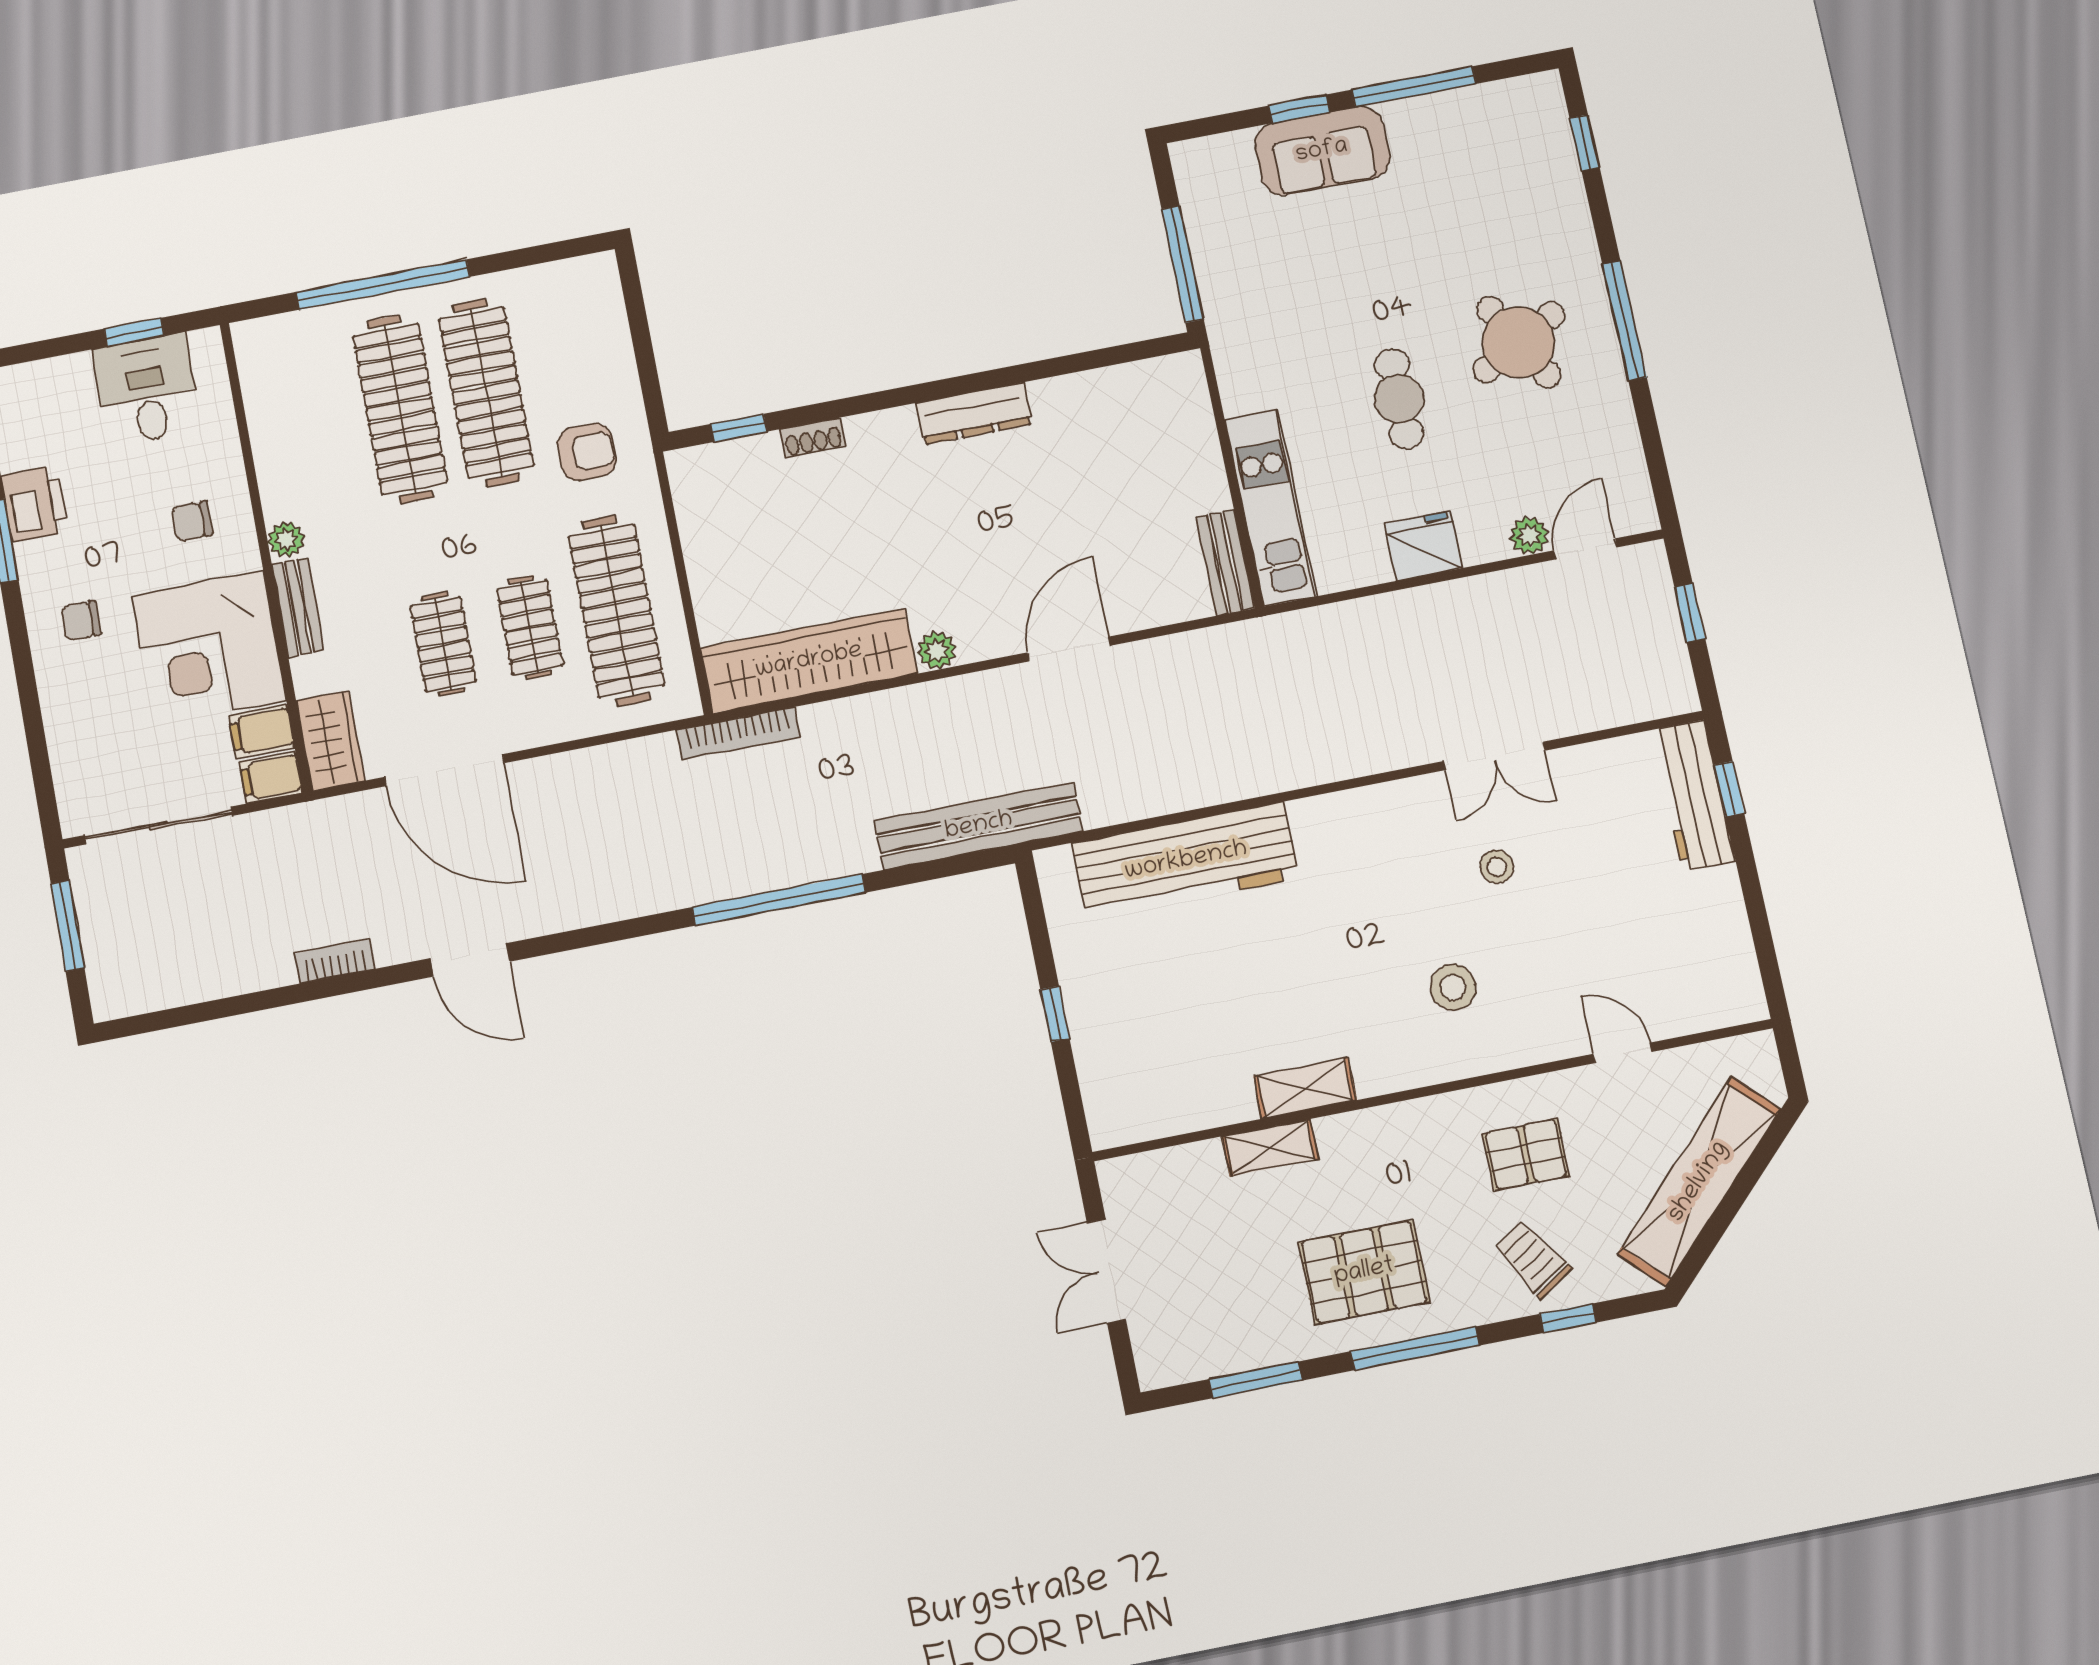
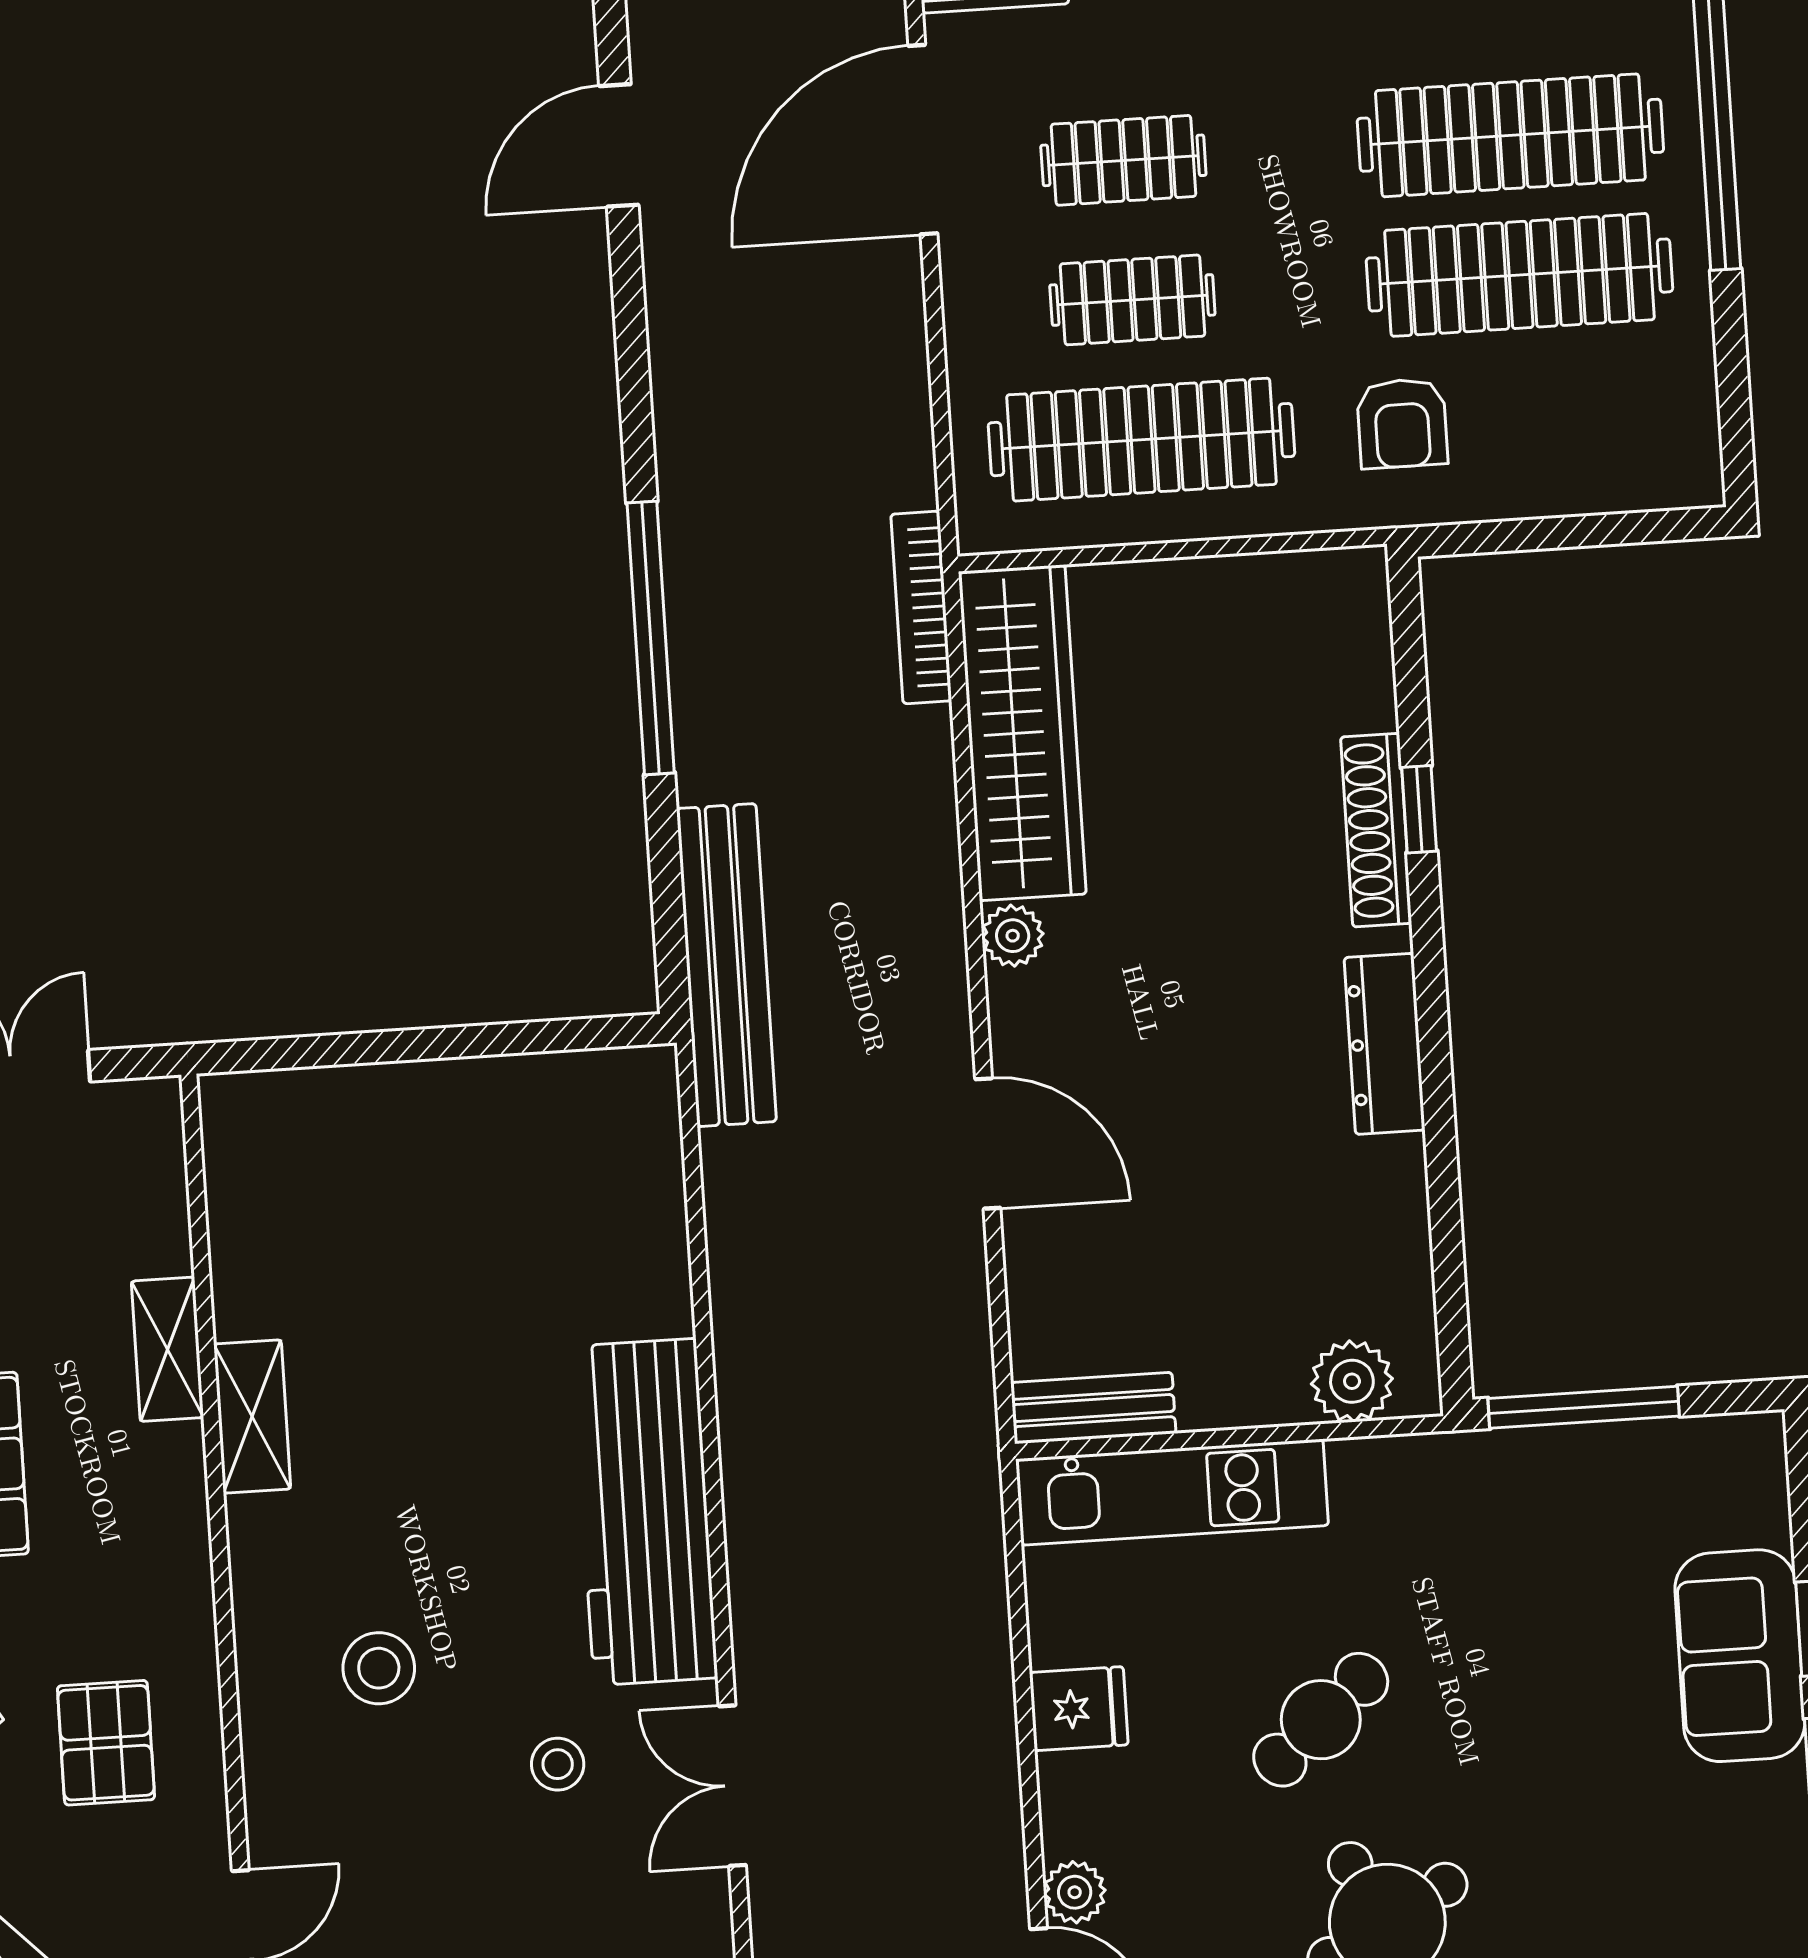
cafe table: (1399, 399) -> (1321, 1720), turned -41
plant: (1186, 407) -> (1352, 1381), added
window: (739, 428) -> (1419, 809), moved
shoe rack: (813, 438) -> (1376, 830), width x1.94, depth x1.24
fridge: (1424, 546) -> (1079, 1709), width x0.72
workbench: (1186, 861) -> (645, 1512), moved
window: (1055, 1014) -> (417, 1045), removed

